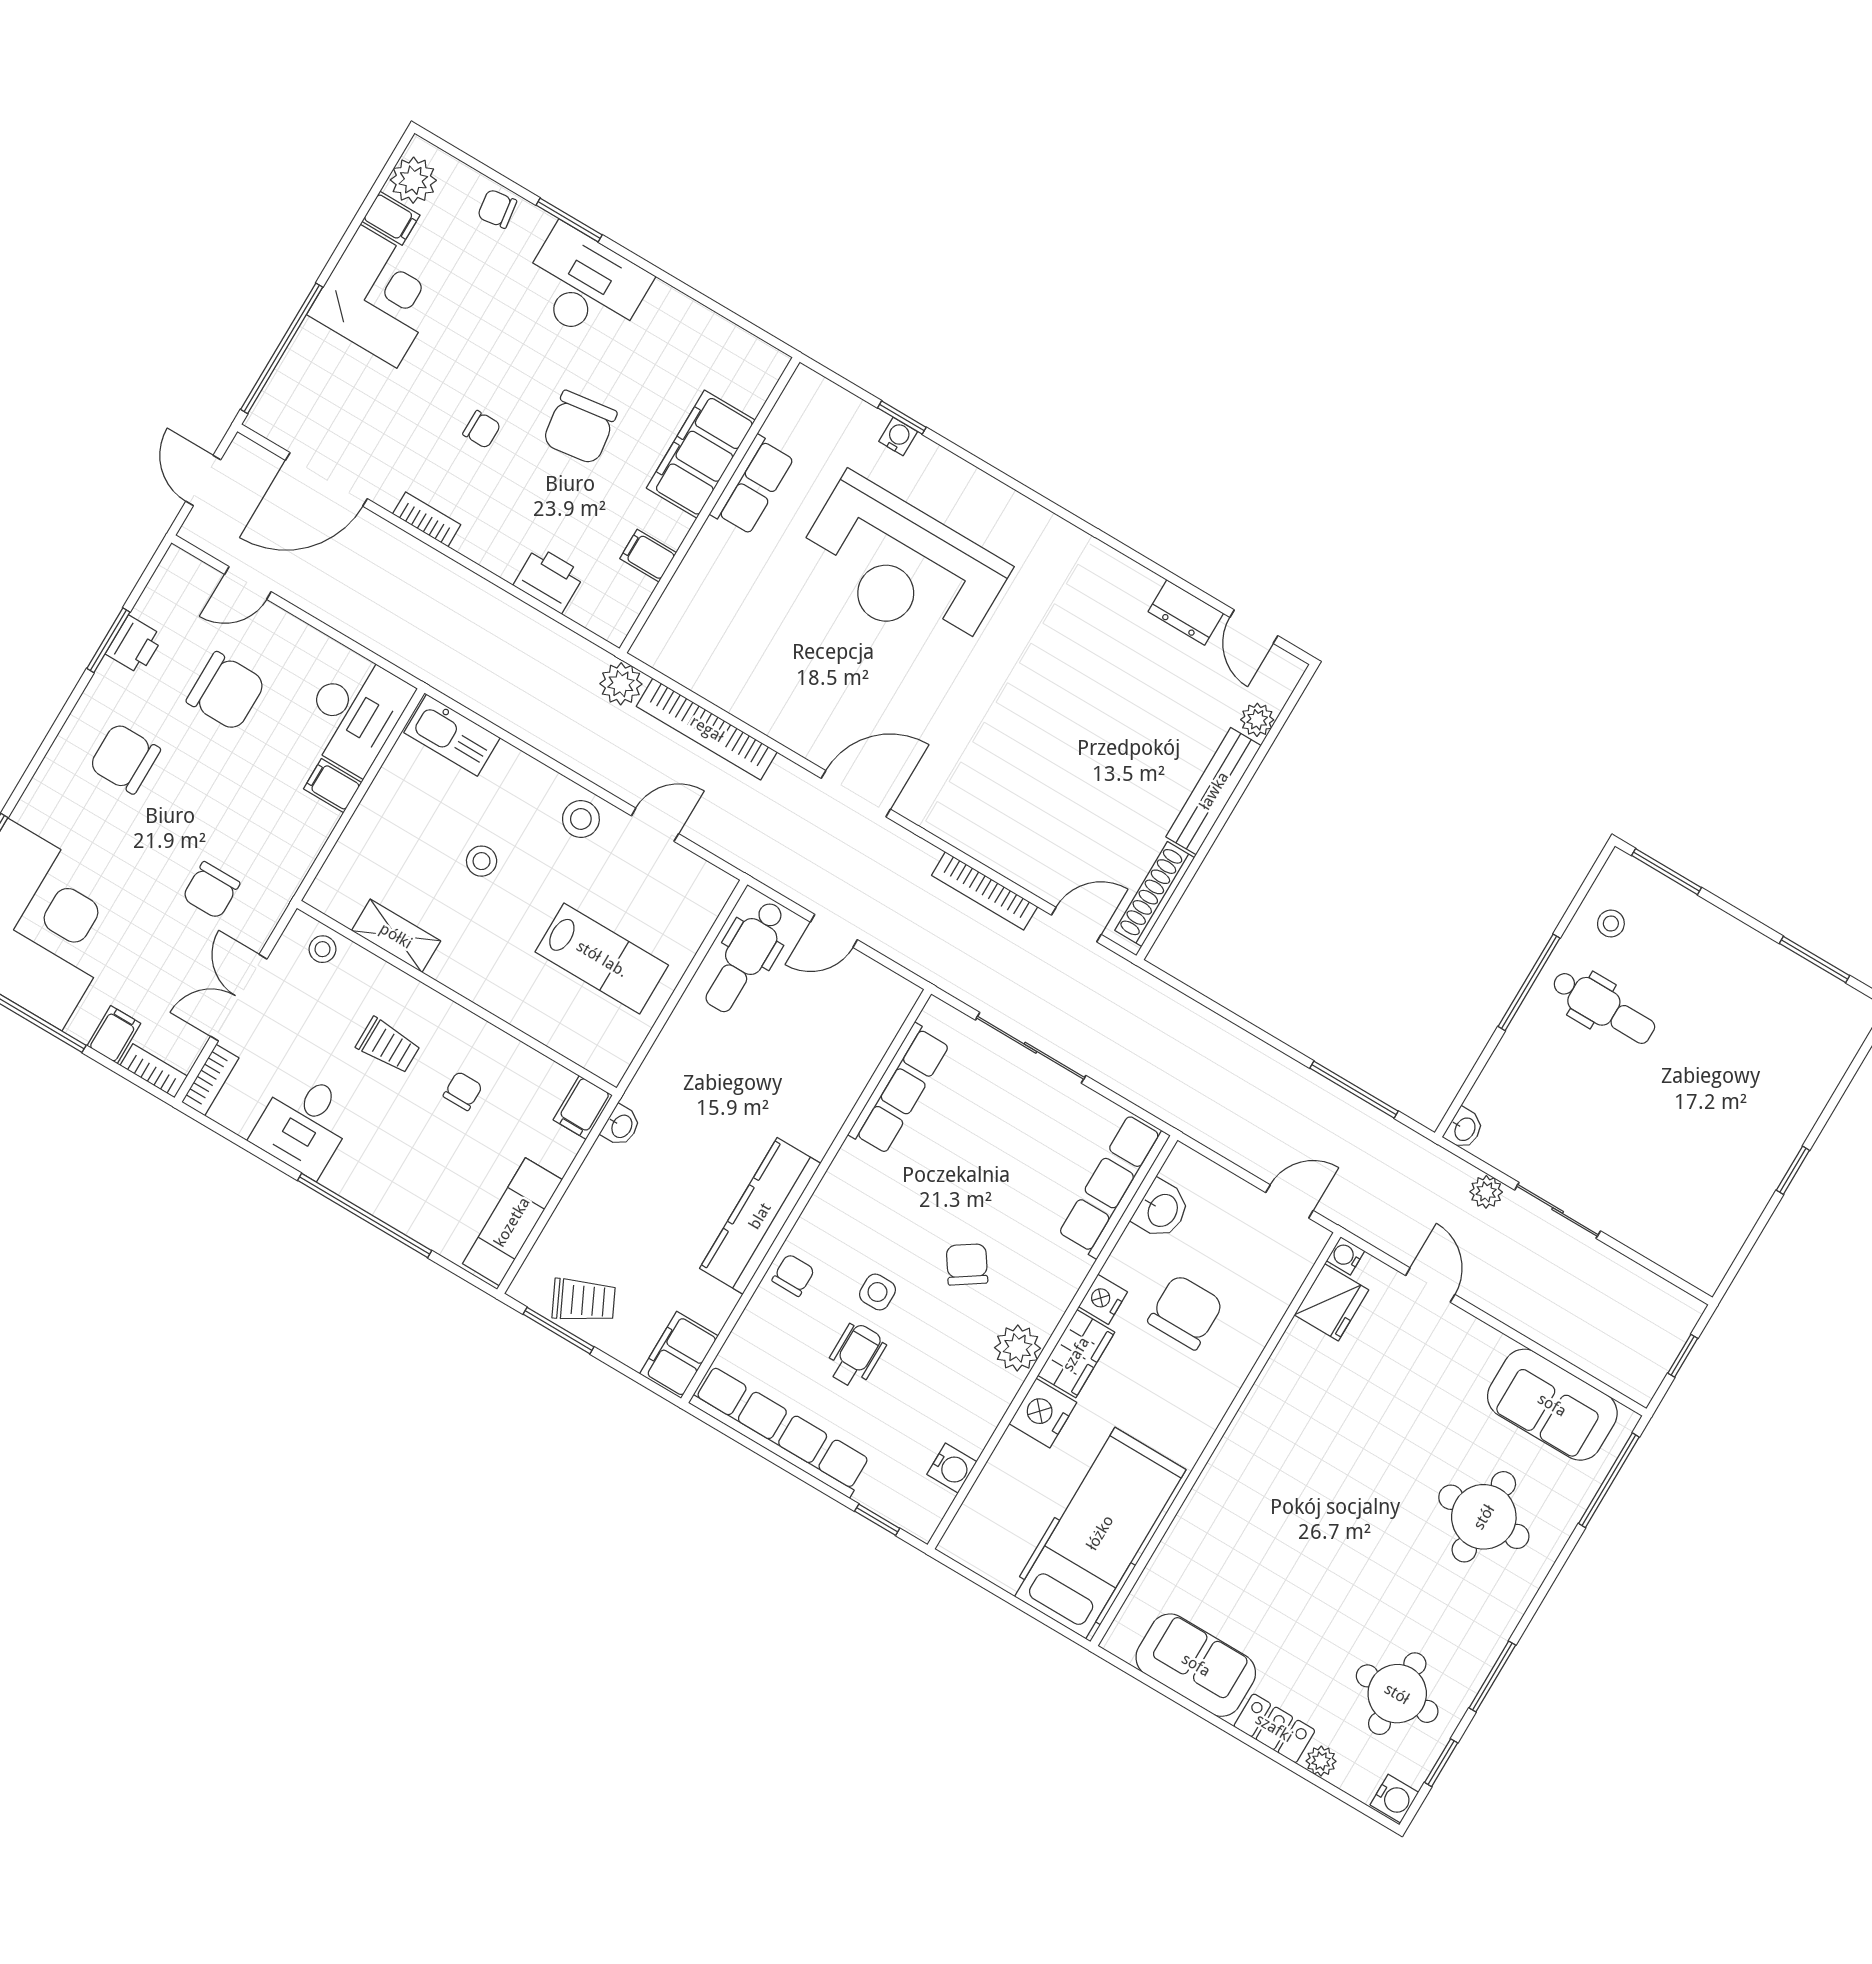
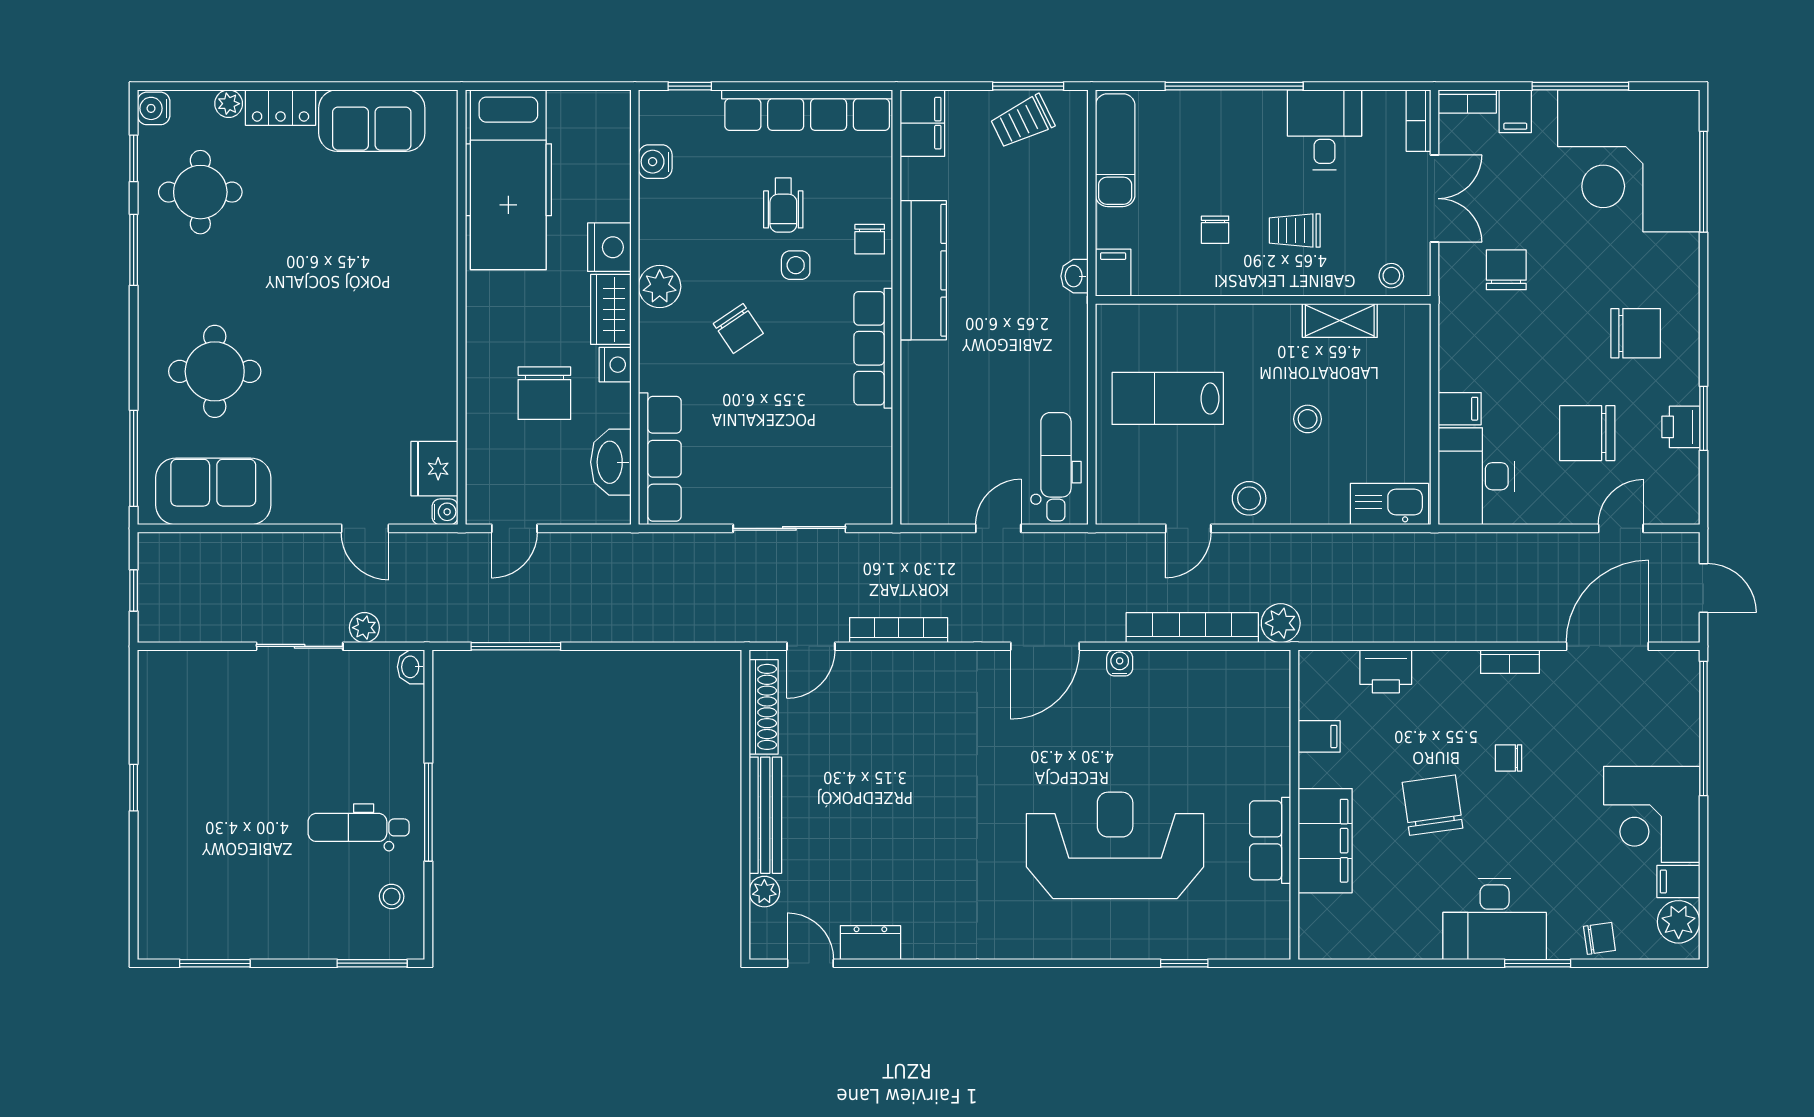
water cooler: (898, 437) -> (1120, 663), moved, turned 180
row of seats: (899, 1089) -> (873, 348), moved
washbasin: (1162, 1210) -> (611, 462), width x1.38

